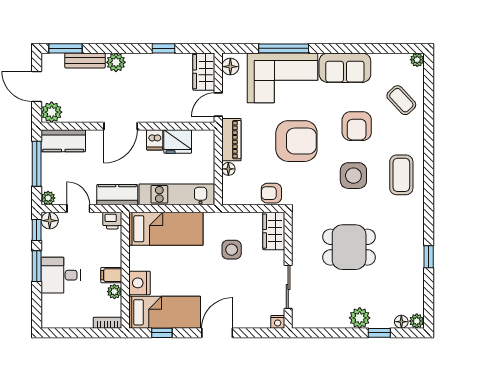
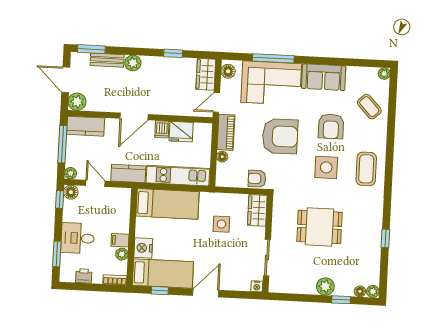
printer: (112, 221) -> (84, 276), moved, turned 180
window: (37, 266) -> (57, 254), moved

